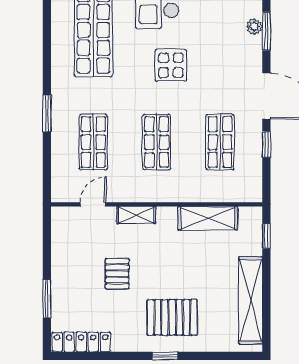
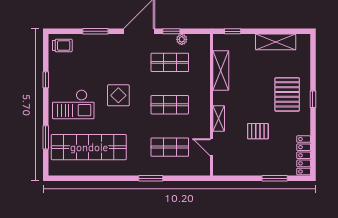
plant: (254, 27) -> (182, 39), moved
shelving: (251, 300) -> (276, 42), width x0.68

